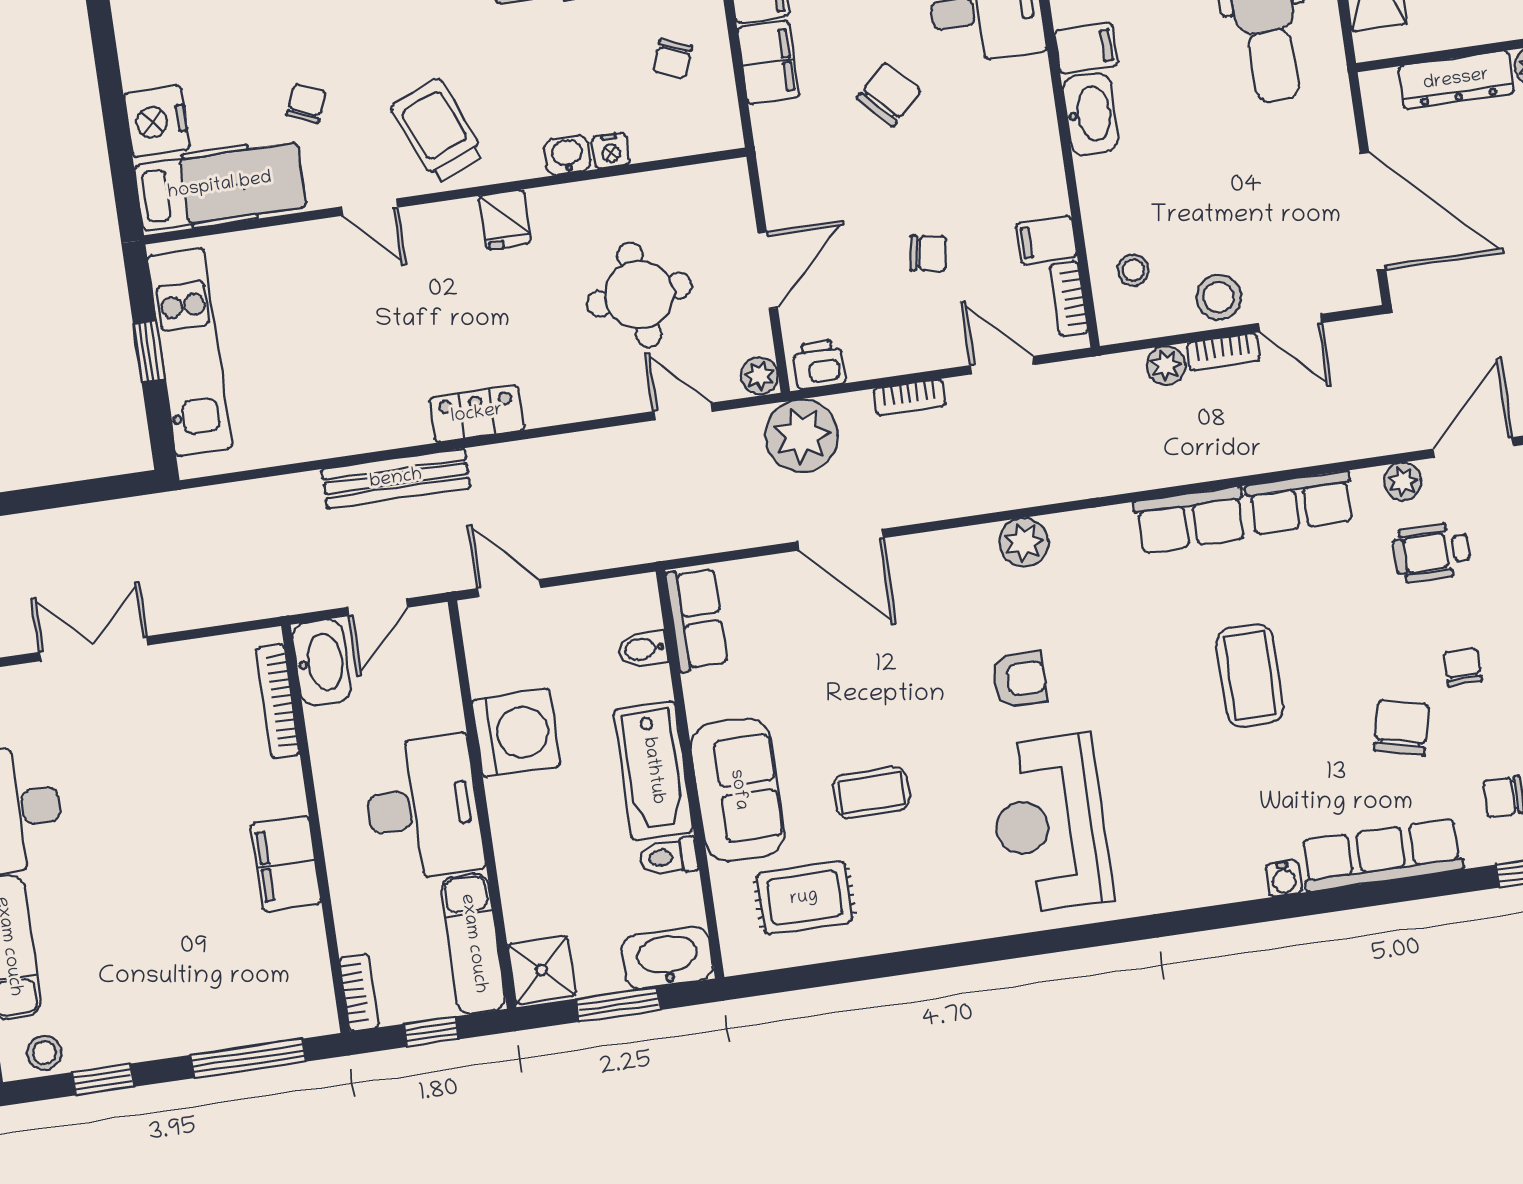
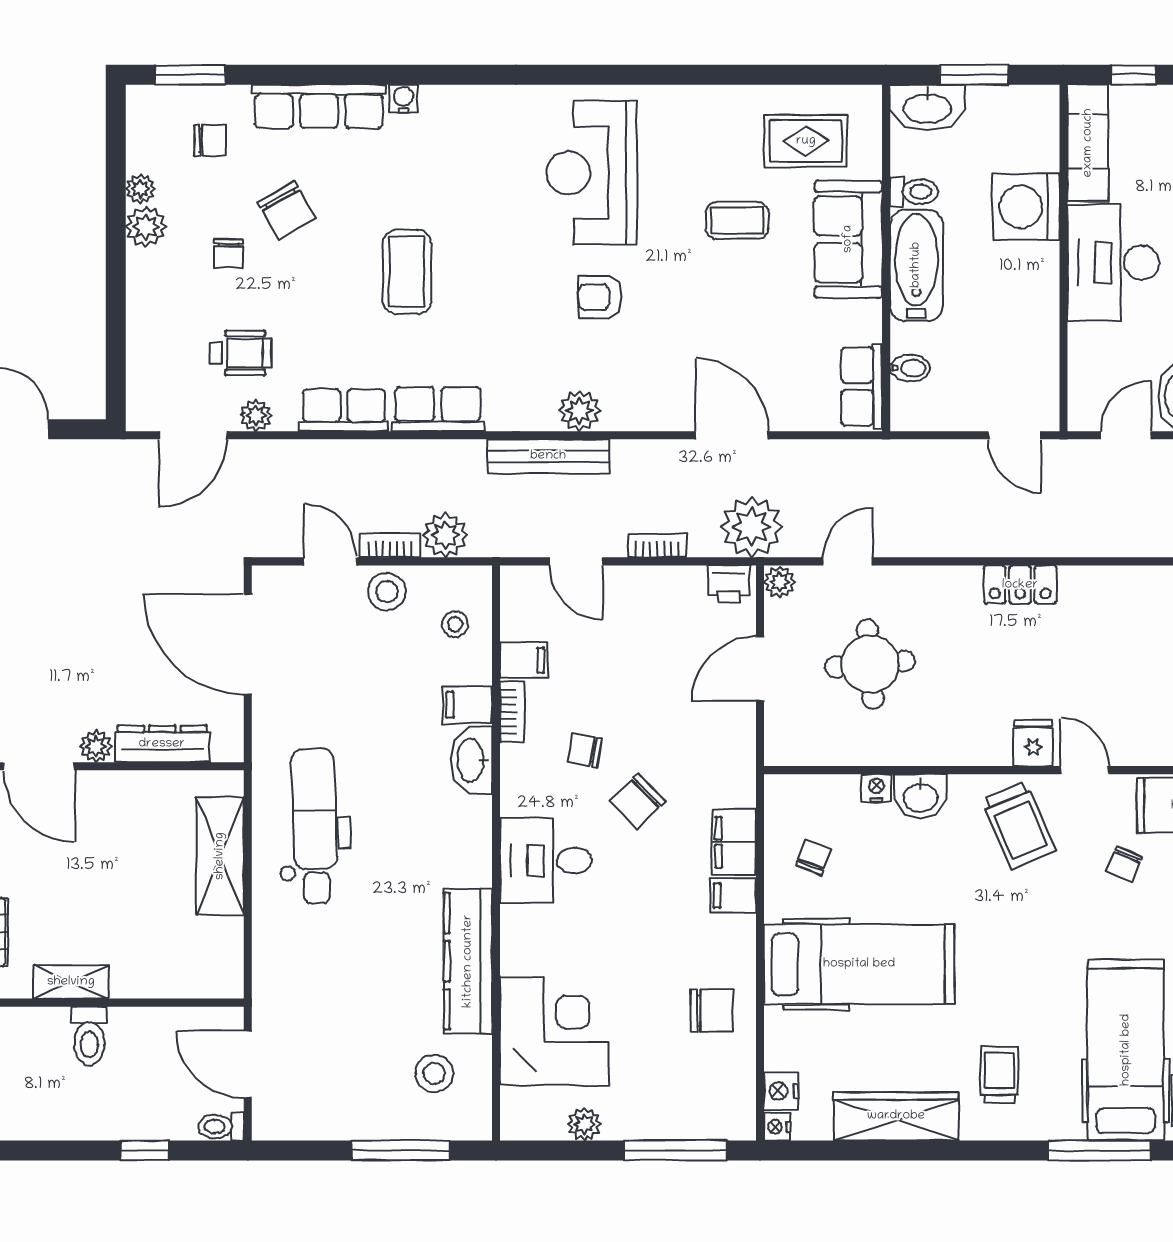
filing cabinet: (1086, 48) -> (467, 705), moved
washbasin: (567, 155) -> (920, 796), width x1.38, depth x1.45
fridge: (505, 220) -> (1033, 743), moved
chair: (928, 253) -> (585, 750), moved
bookcase: (1069, 299) -> (512, 712), moved
plant: (1166, 365) -> (445, 535), width x1.38, depth x1.38
door: (683, 412) -> (848, 561), swing flipped
bench: (396, 479) -> (548, 456), moved
chair: (1402, 728) -> (287, 210), turned -44
washing machine: (516, 733) -> (1026, 207), moved
reception desk: (1050, 824) -> (592, 173), turned 180
shower: (541, 970) -> (1034, 113), removed

